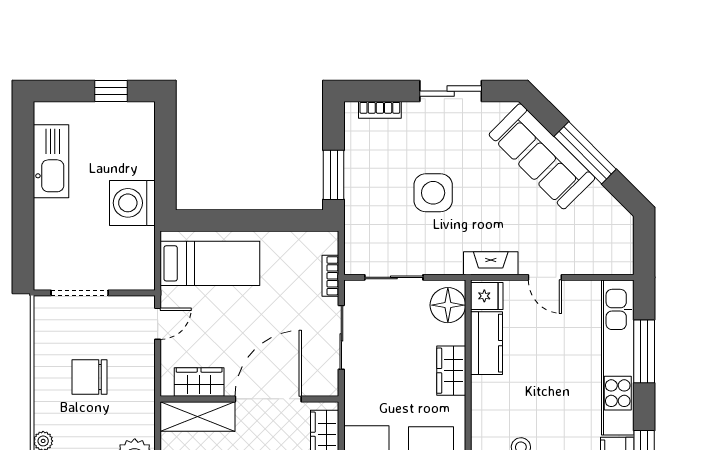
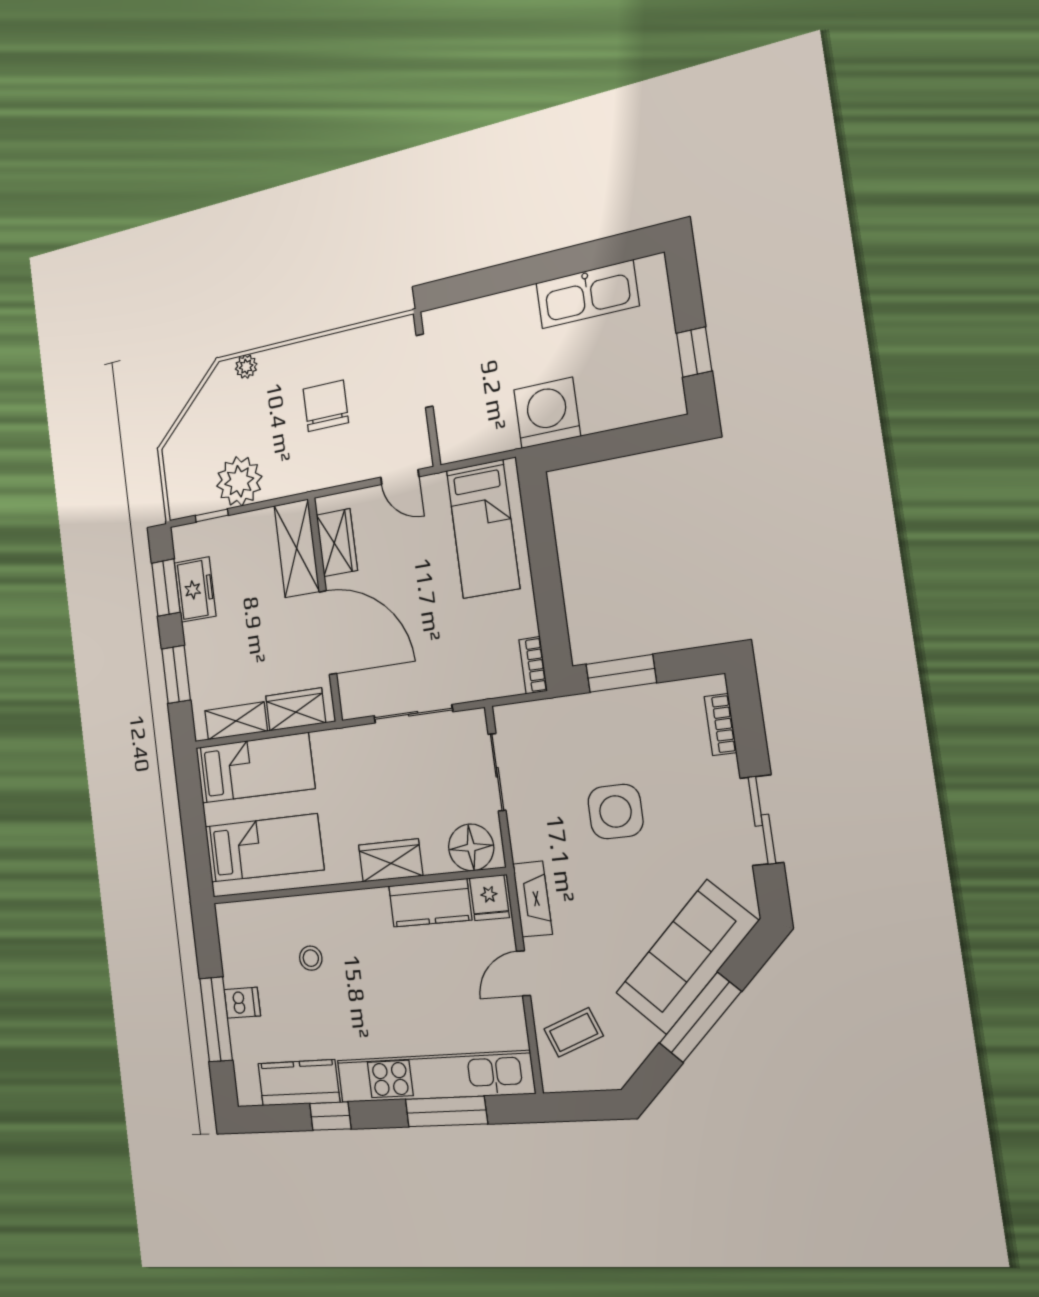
coffee table: (590, 246) -> (574, 1032), added
bookcase: (330, 276) -> (533, 665), moved, turned -90

